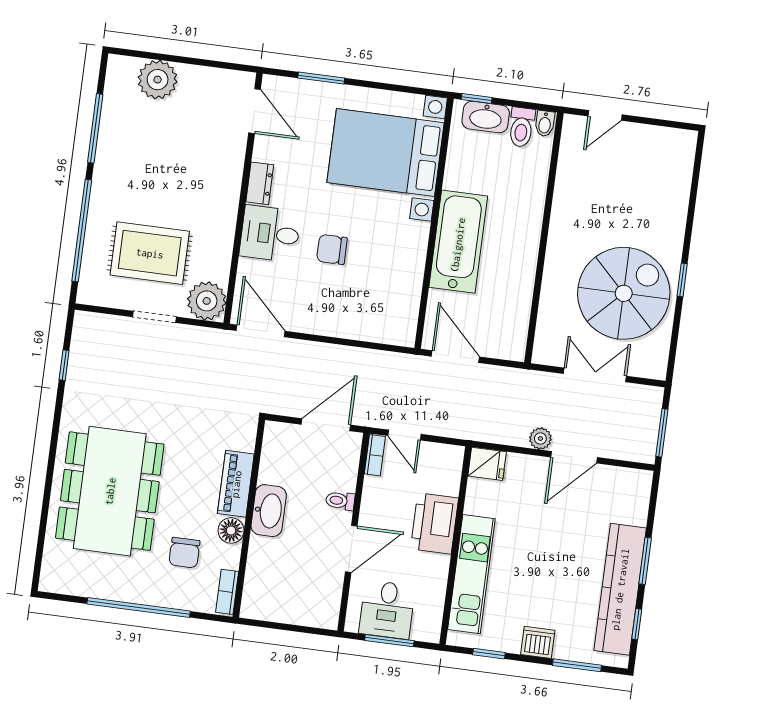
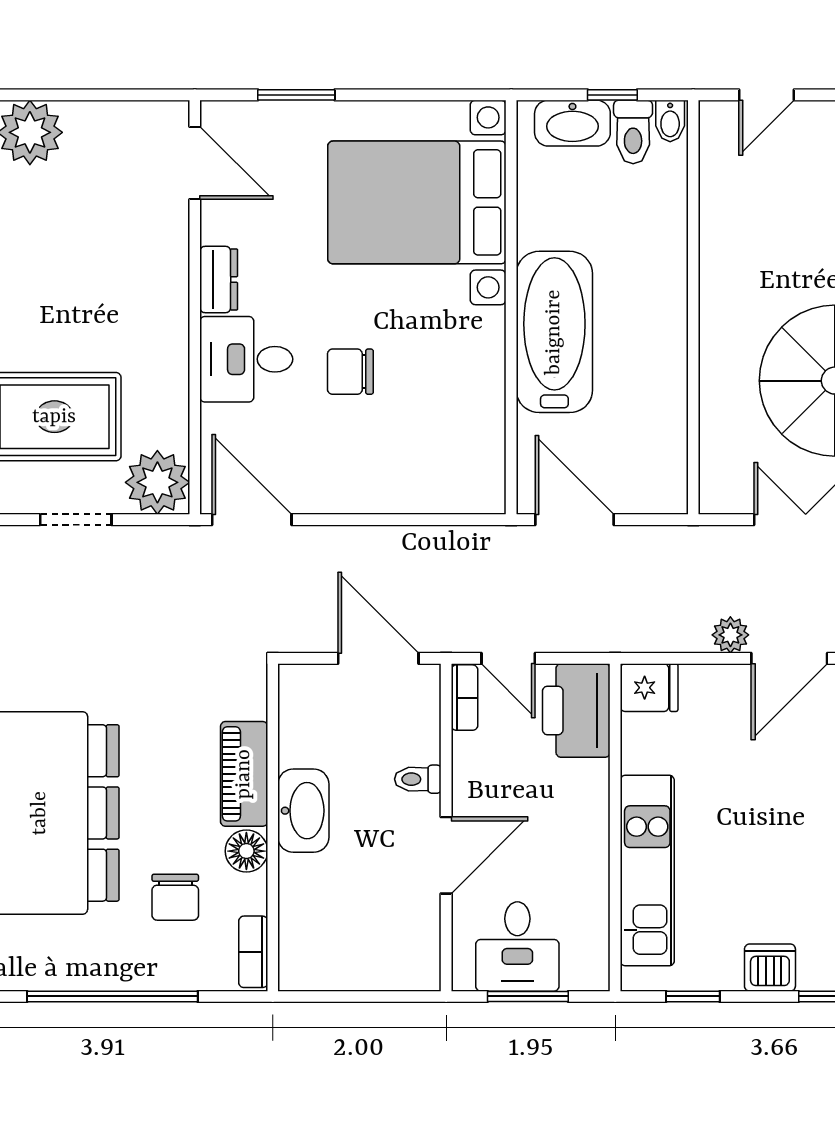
window: (477, 99) -> (612, 95), moved
door: (326, 425) -> (378, 658), hinge flipped
printer: (435, 523) -> (576, 710), moved

